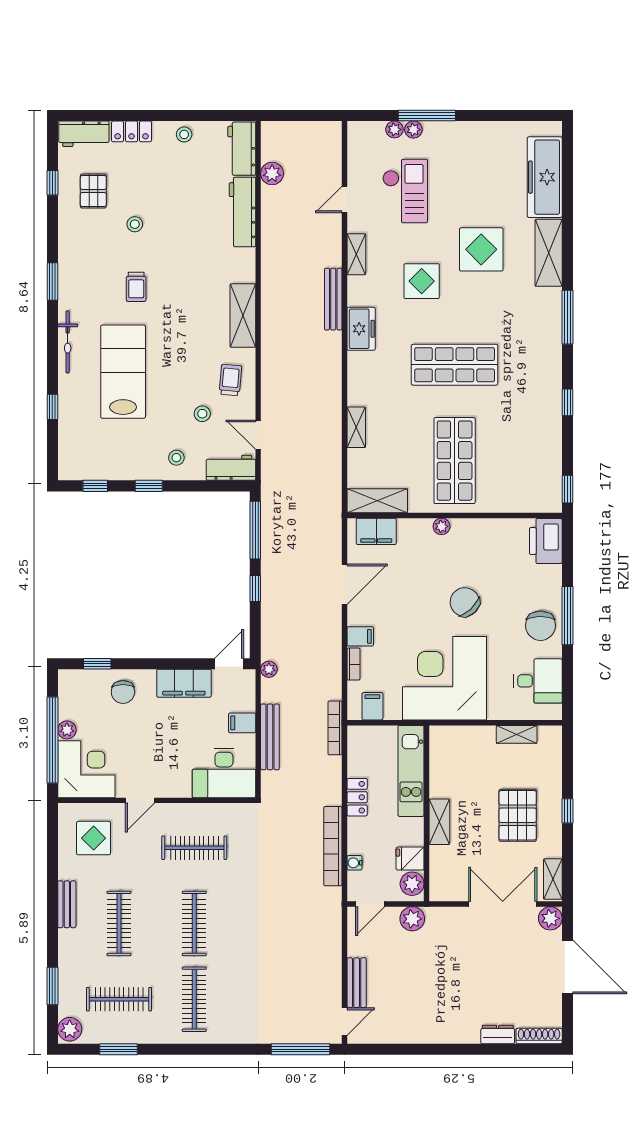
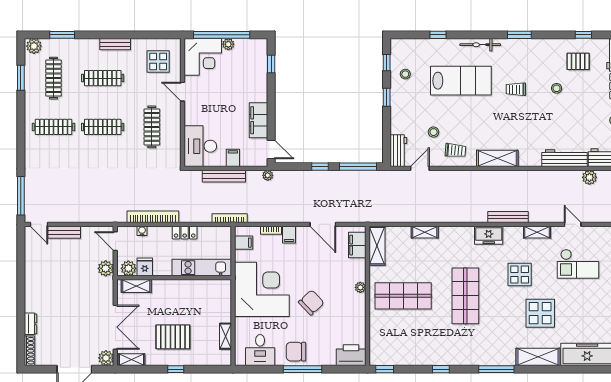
stool: (176, 458) -> (405, 74), moved
chair: (123, 692) -> (253, 81), removed
shelving: (439, 822) -> (136, 286), moved

